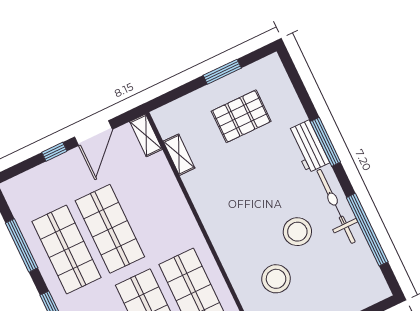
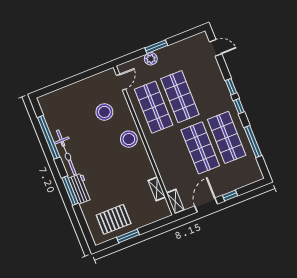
pallet: (241, 116) -> (114, 219), moved
stool: (297, 232) -> (129, 139), moved

